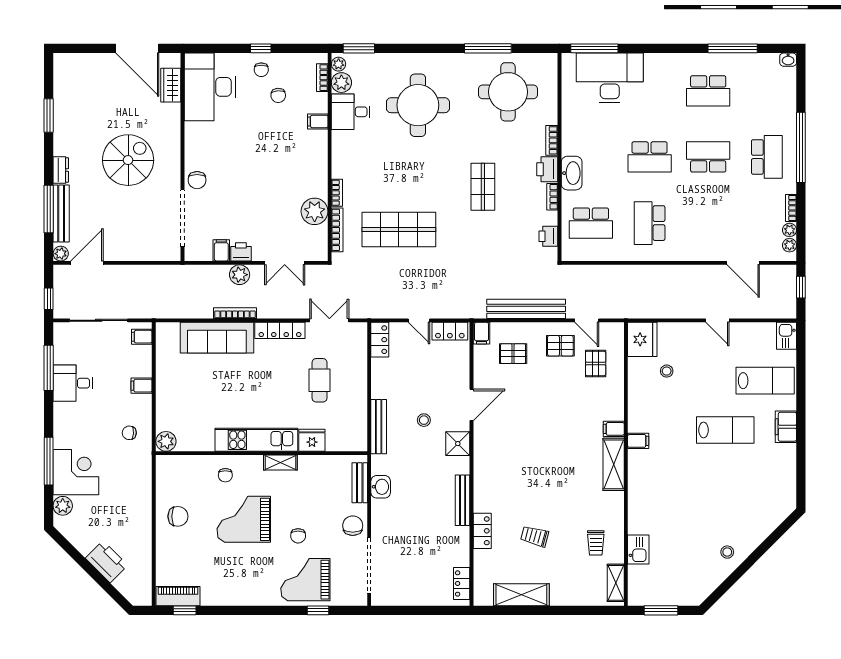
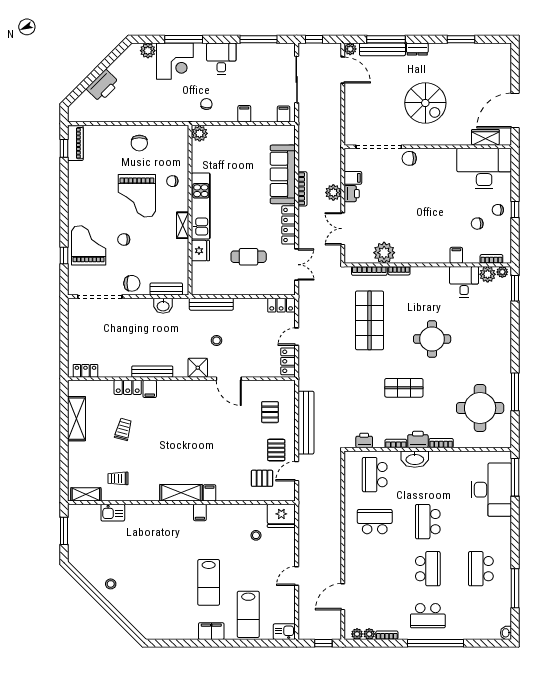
round table: (418, 105) -> (432, 339), moved, width x0.73, depth x0.73
filing cabinet: (482, 333) -> (150, 389), moved, turned -90
desk: (73, 383) -> (221, 59), moved
grand piano: (244, 519) -> (137, 196), turned 180

